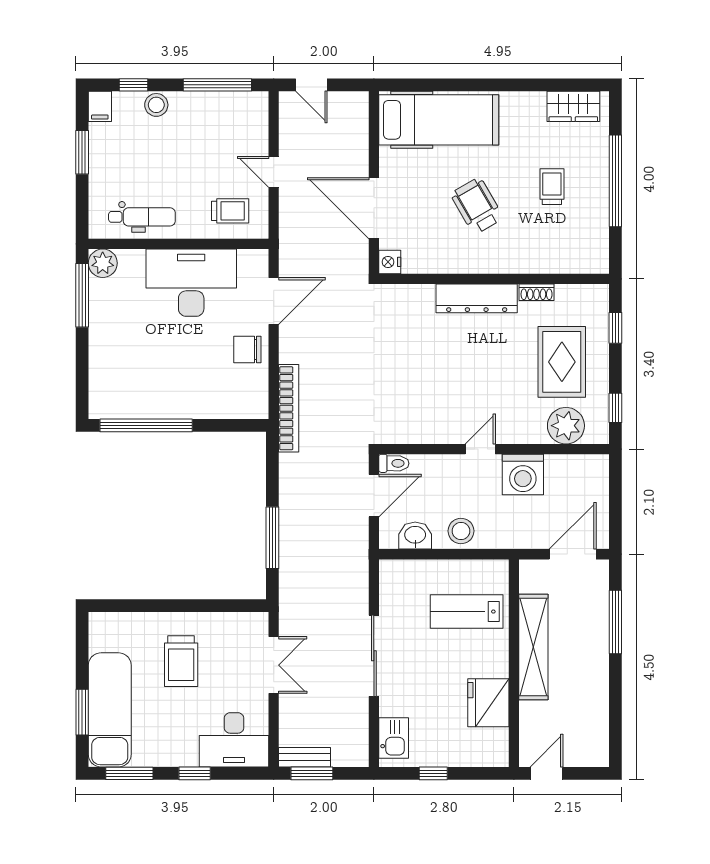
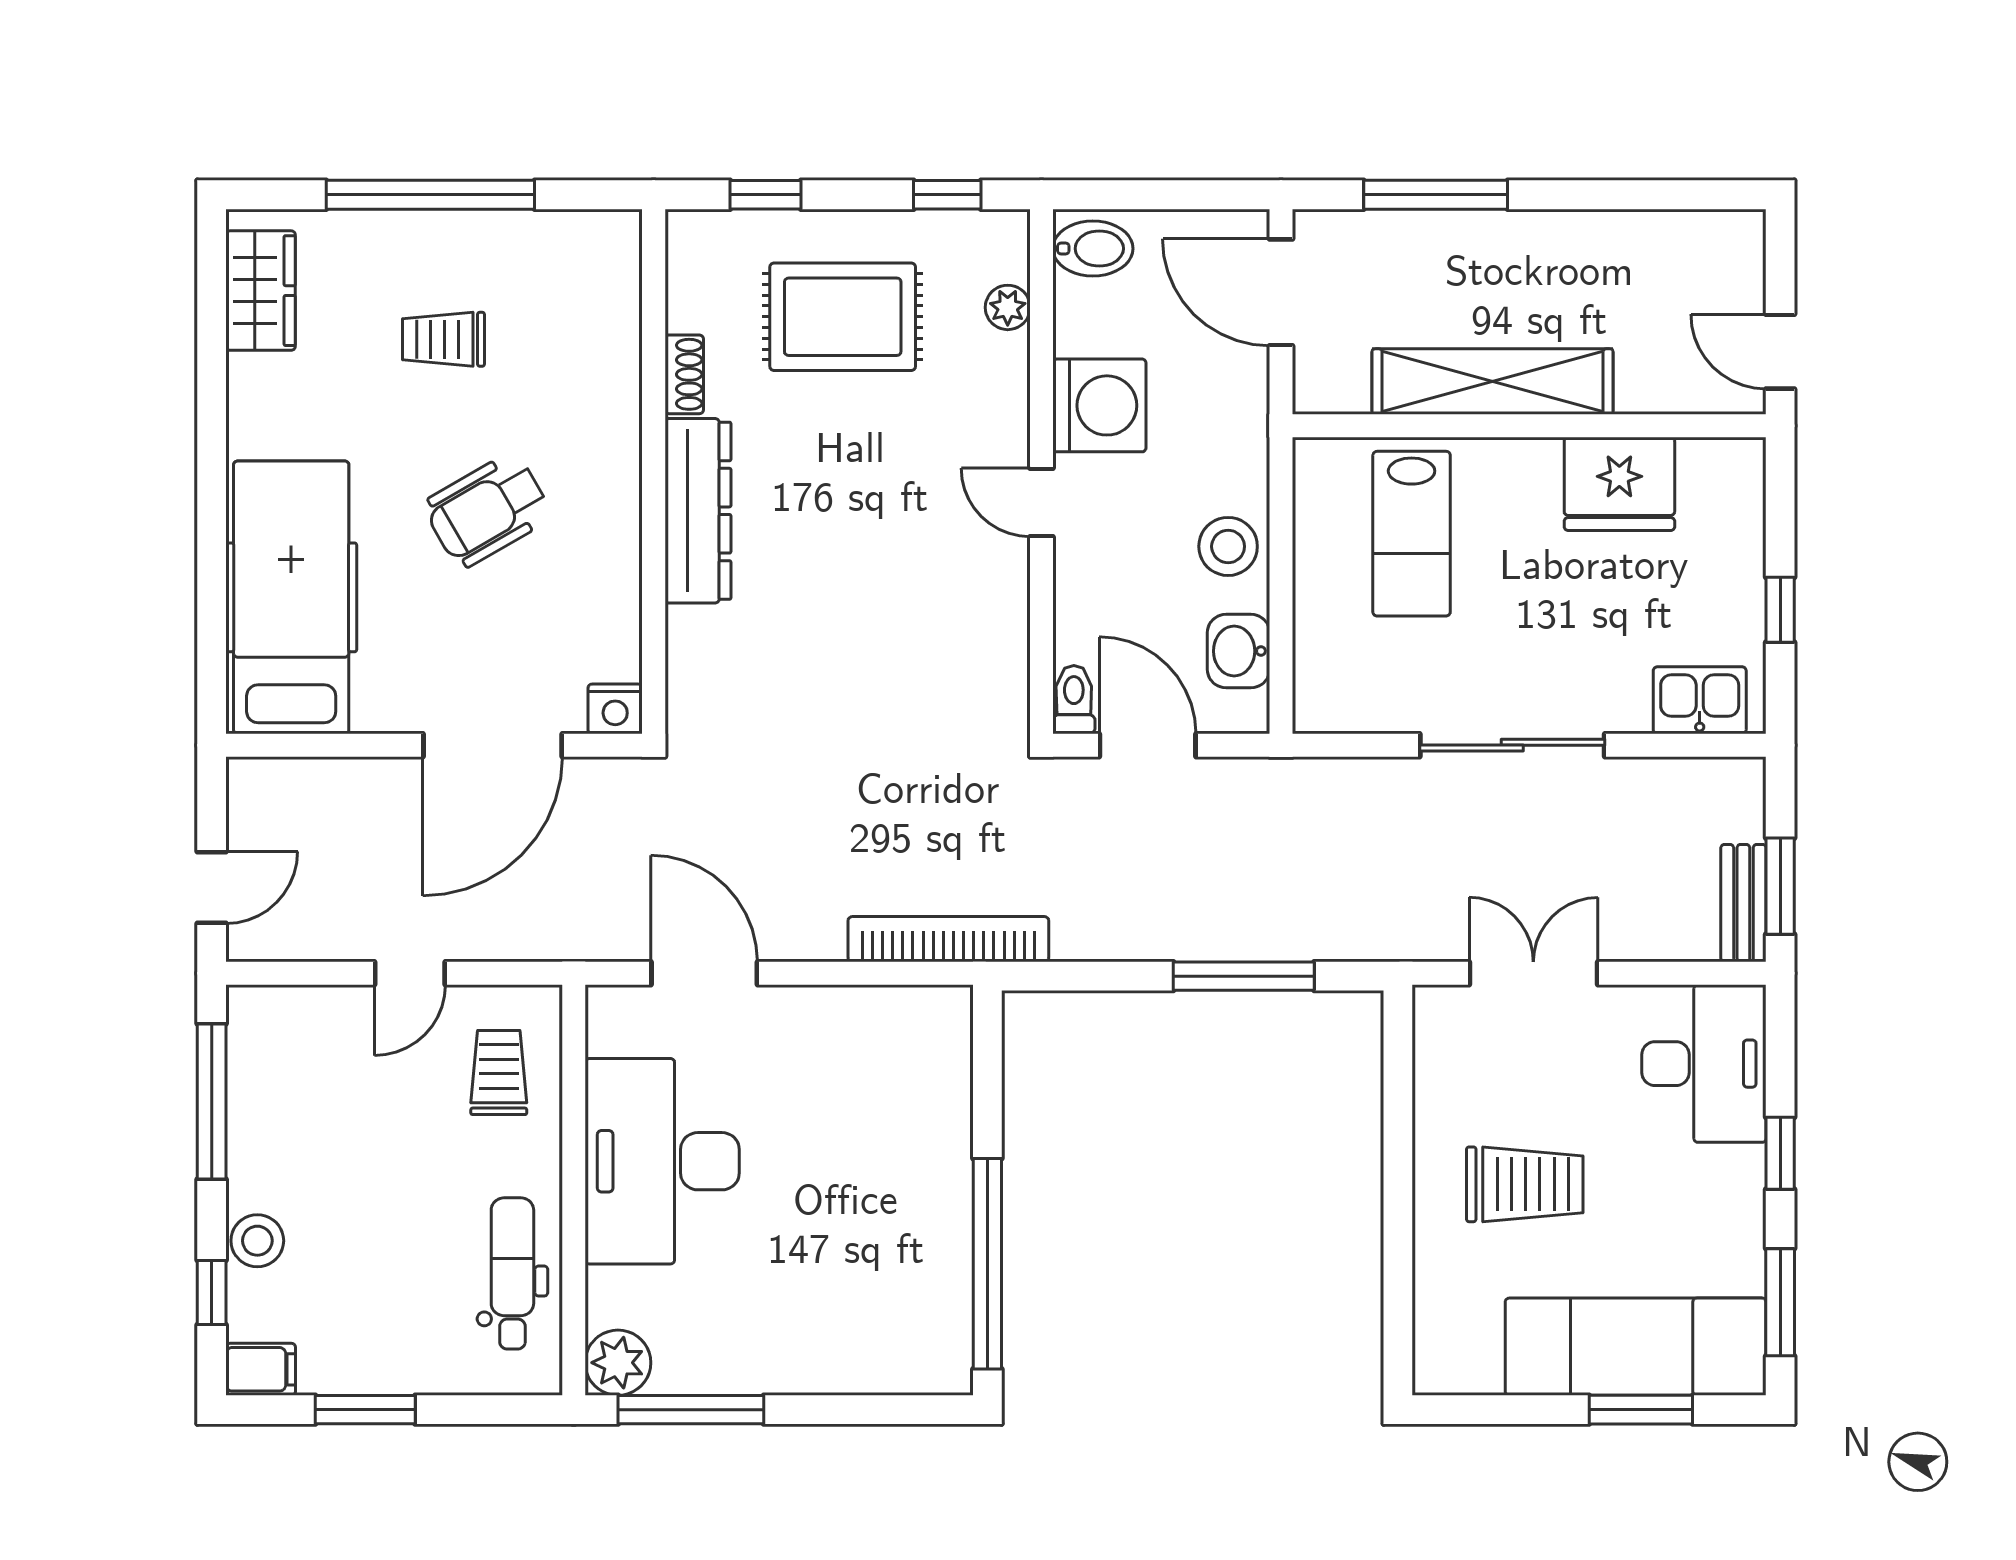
chair: (247, 349) -> (815, 1033), removed
plant: (566, 426) -> (1008, 307), width x0.53, depth x0.53
bidet: (592, 472) -> (1093, 249), added

